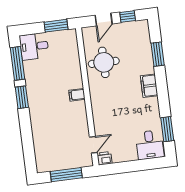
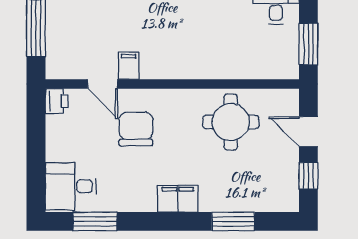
filing cabinet: (77, 95) -> (129, 66), moved
chair: (114, 113) -> (136, 129), added
door: (93, 145) -> (103, 84), moved

